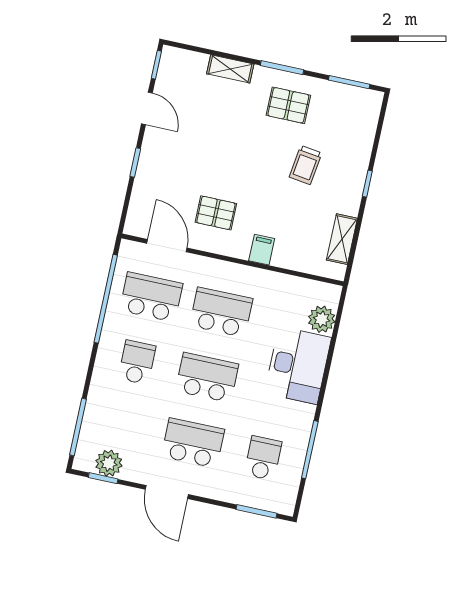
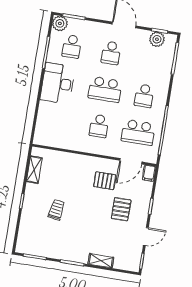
pallet: (288, 105) -> (121, 209), moved, turned 90
door: (147, 108) -> (146, 237), swing flipped
door: (167, 246) -> (131, 161), hinge flipped
filing cabinet: (262, 250) -> (149, 173), moved
school desk: (221, 312) -> (99, 126), width x0.54
plant: (322, 319) -> (60, 23), moved
desk: (298, 365) -> (58, 83), moved
school desk: (193, 443) -> (111, 53), width x0.54

